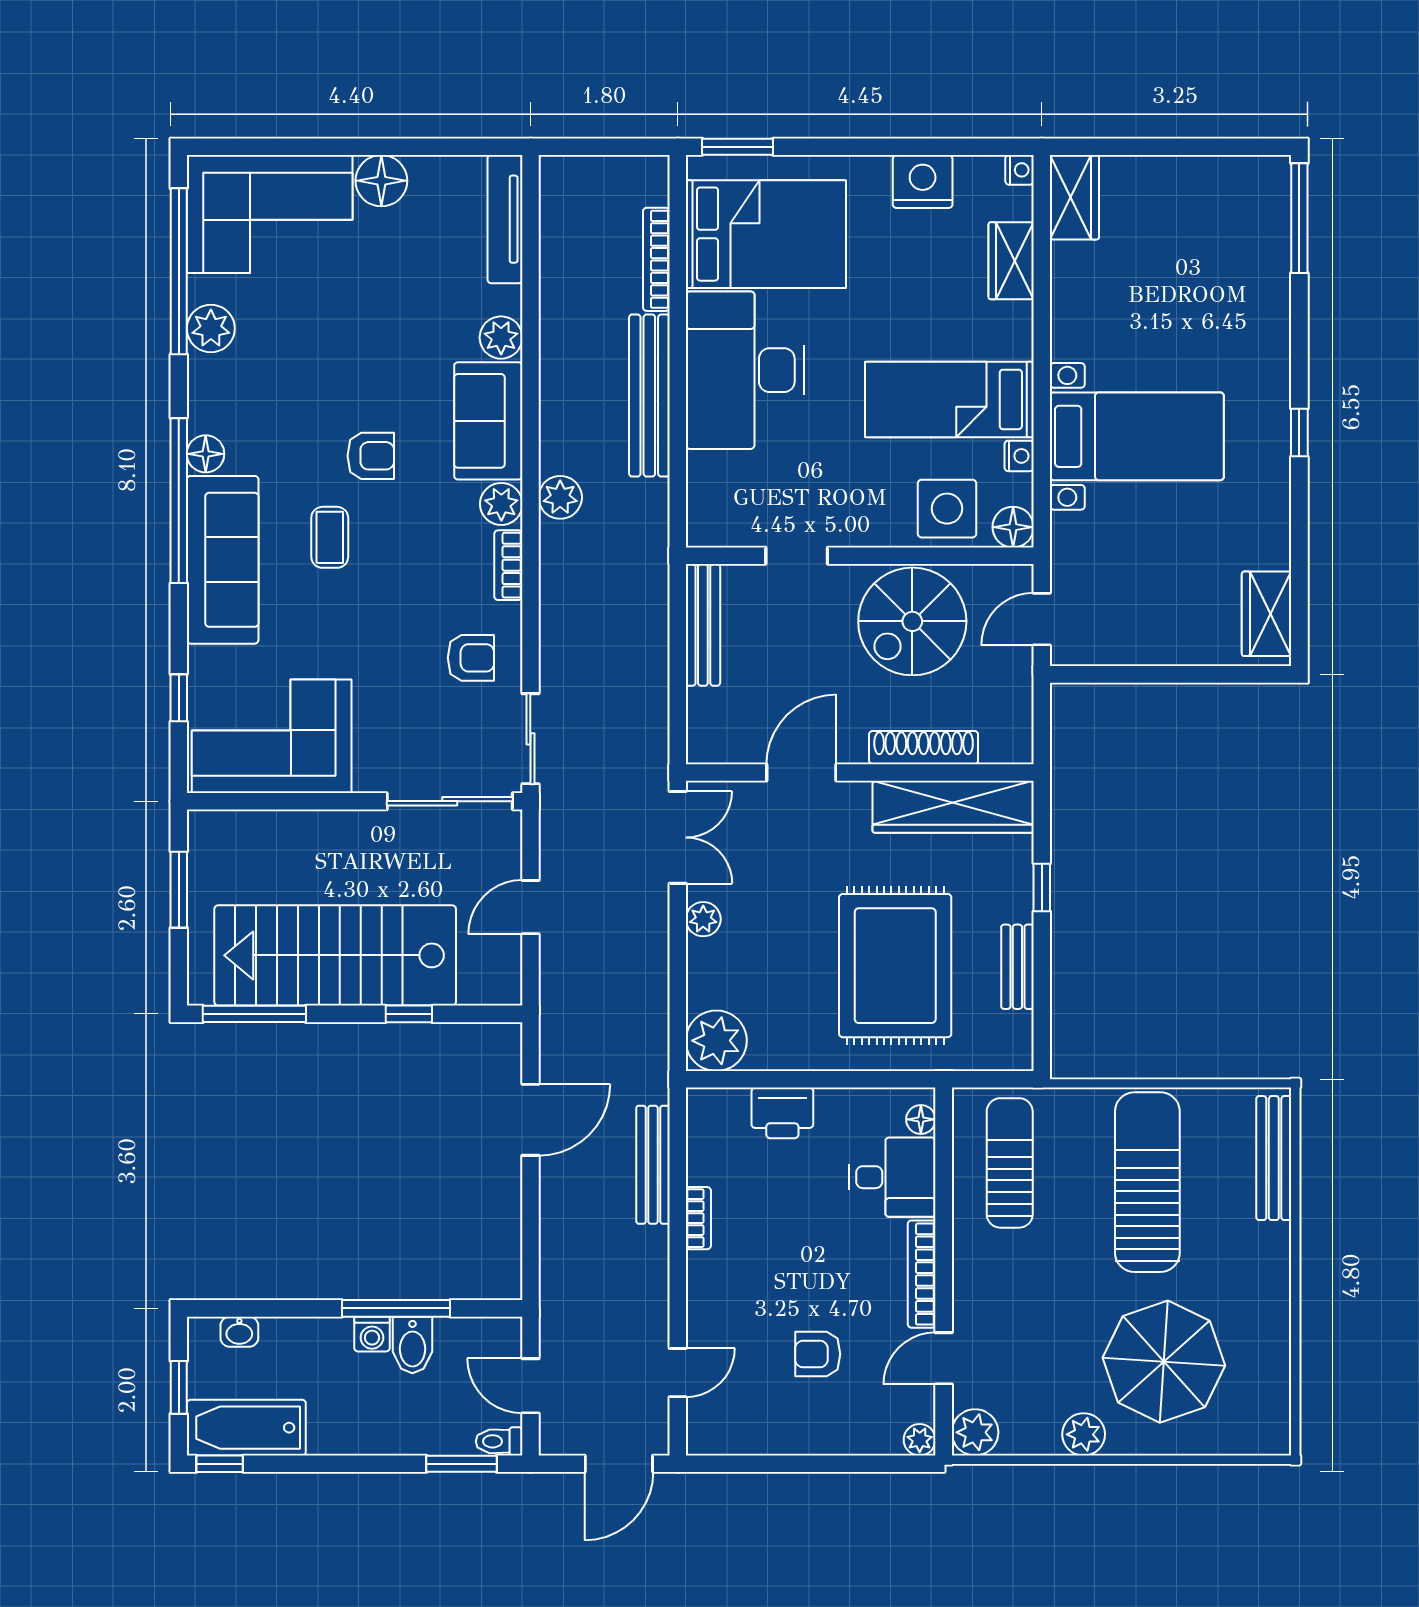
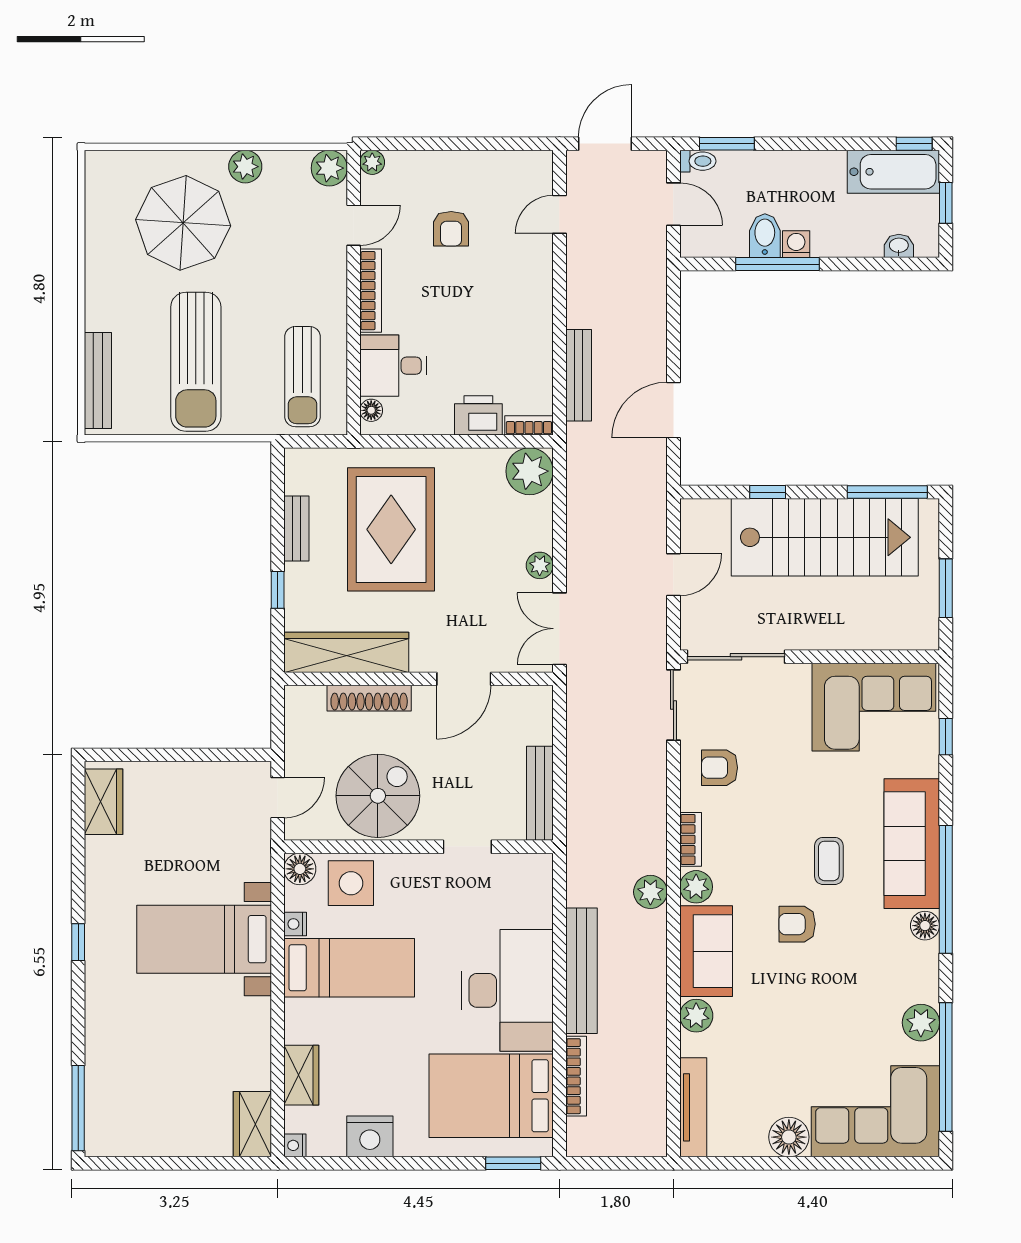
bookcase: (698, 1218) -> (529, 425), moved, turned 90
armchair: (818, 1354) -> (451, 229), turned 90

